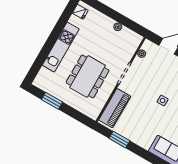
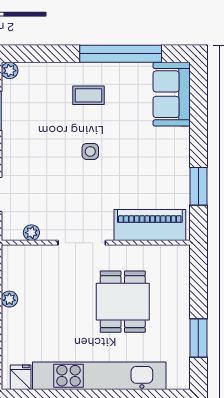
kitchen unit: (61, 47) -> (99, 376), width x1.36
dining table: (88, 76) -> (123, 302), width x0.73

